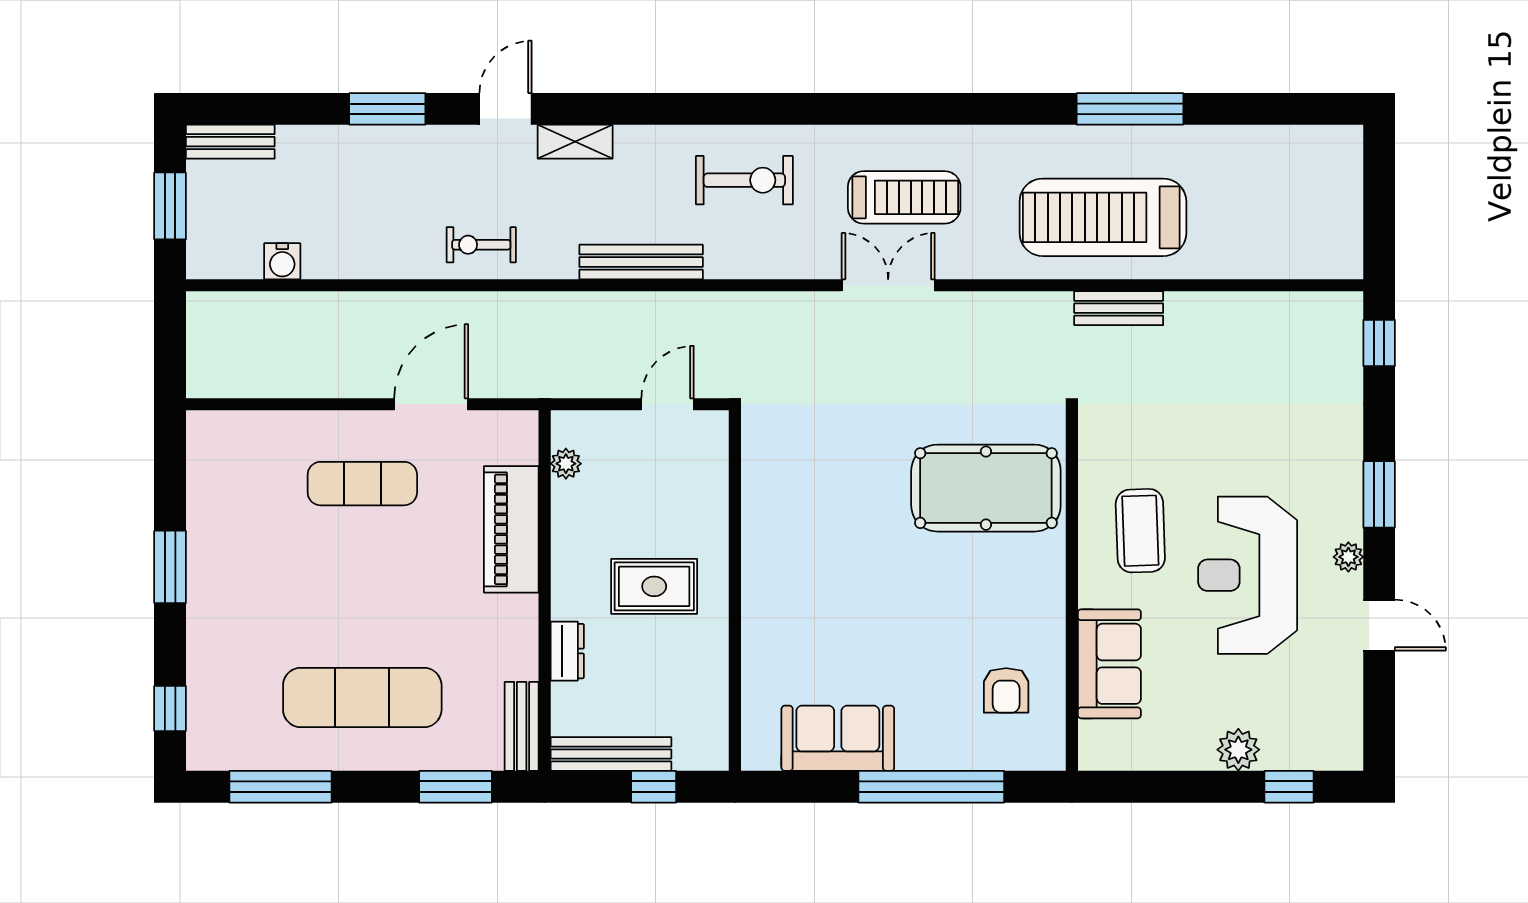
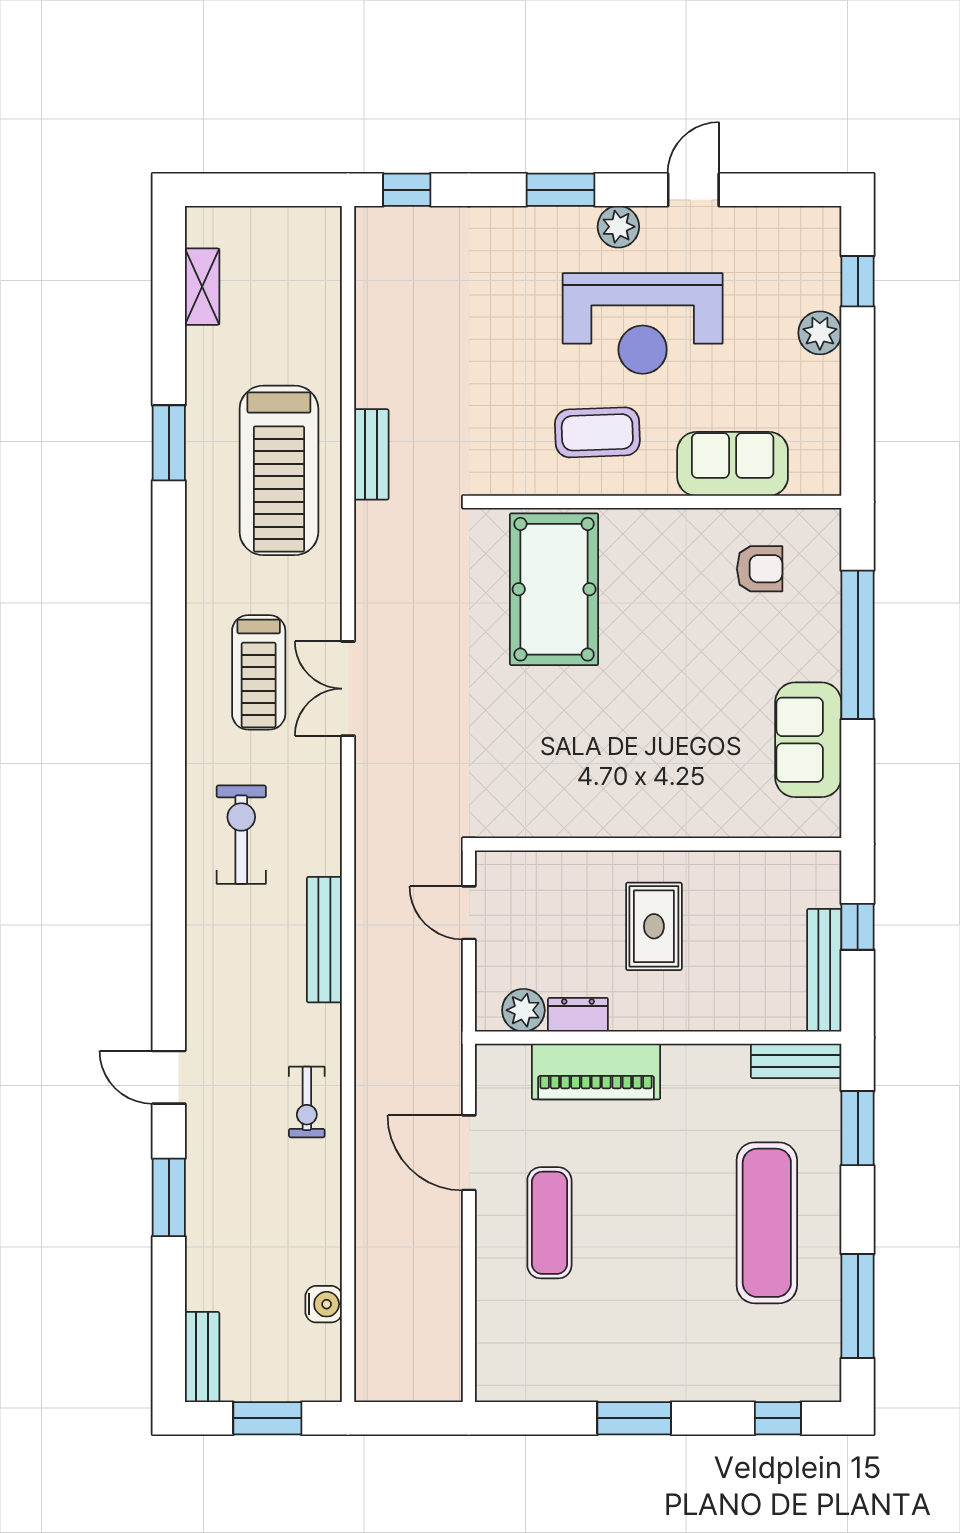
window: (1130, 109) -> (169, 443), width x0.69
shelving: (575, 142) -> (202, 287), moved
treadmill: (904, 197) -> (259, 672), turned 180
plant: (566, 464) -> (523, 1010), width x1.38, depth x1.38
plant: (1348, 557) -> (618, 227), width x1.38, depth x1.38
dresser: (567, 651) -> (578, 1015), moved

